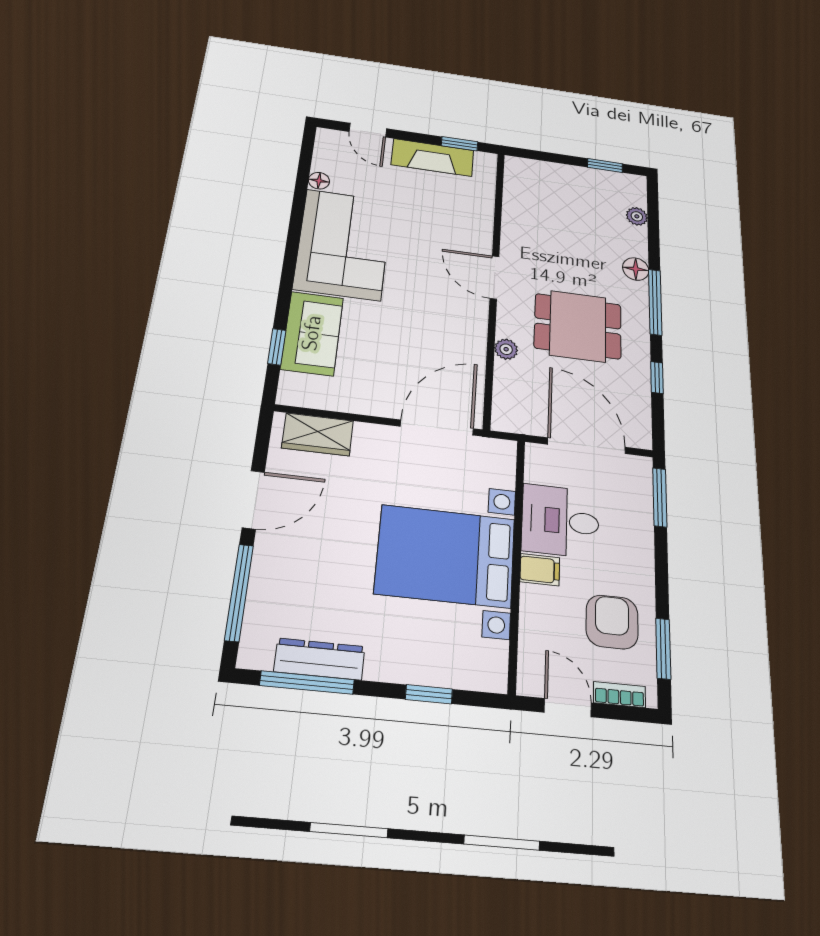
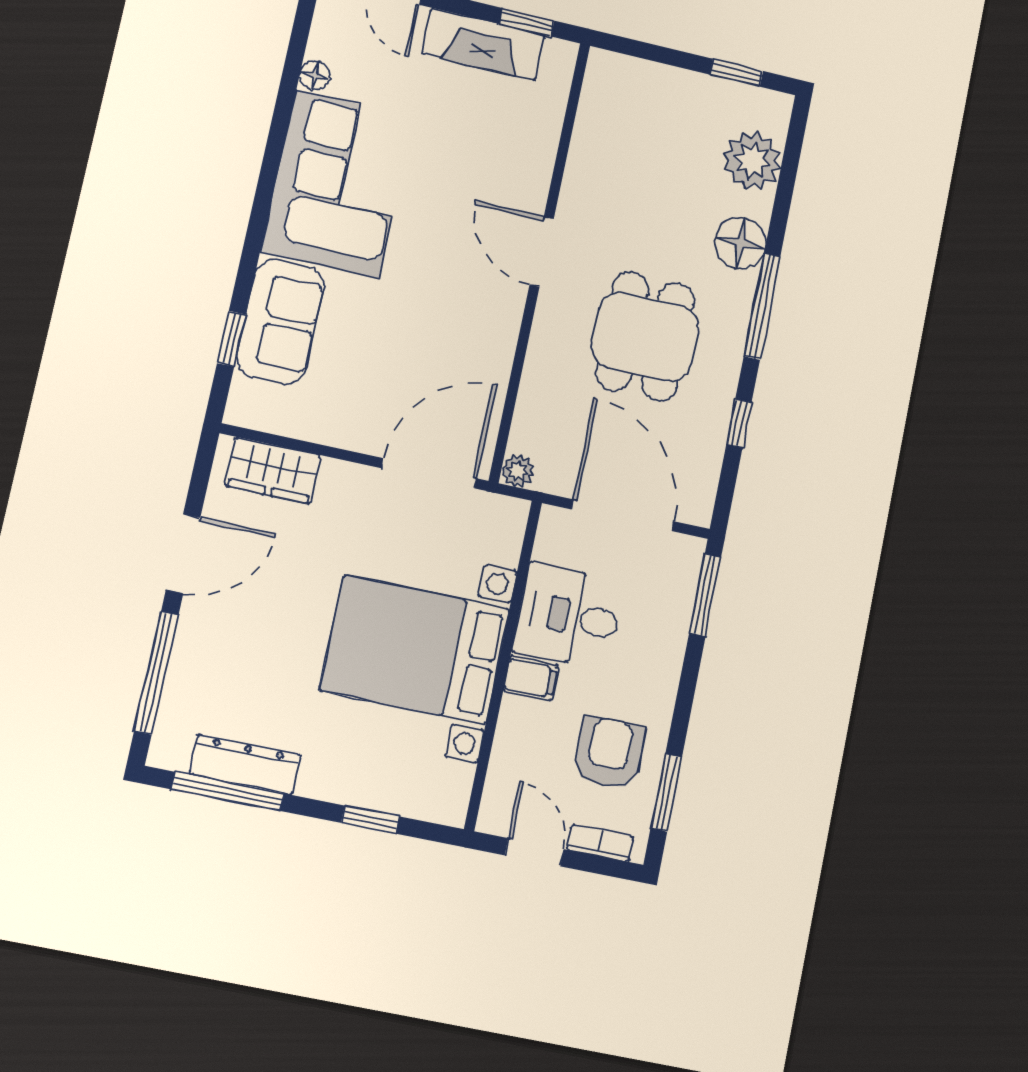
plant: (637, 216) -> (752, 161), width x1.88, depth x1.88
floor lamp: (636, 269) -> (740, 243), width x1.38, depth x1.38
dining table: (578, 326) -> (645, 337), turned 90
plant: (506, 349) -> (518, 471), moved

